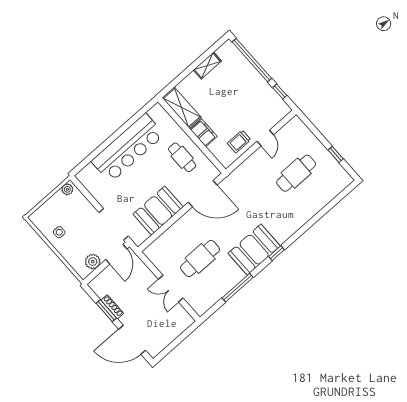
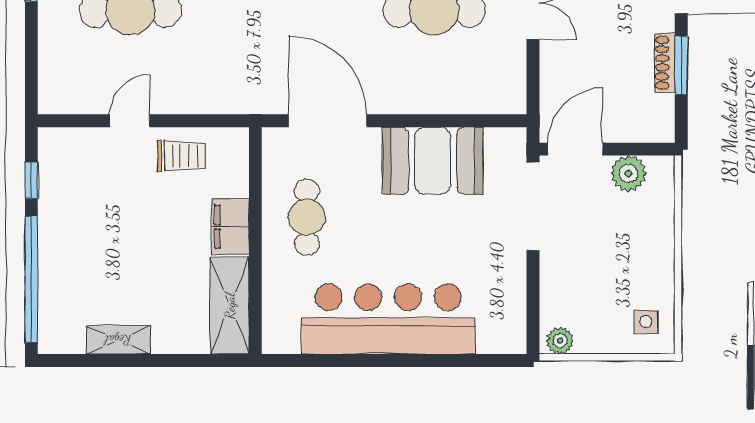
side table: (59, 232) -> (646, 322), moved

